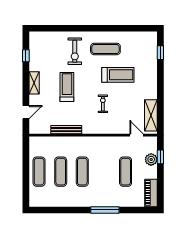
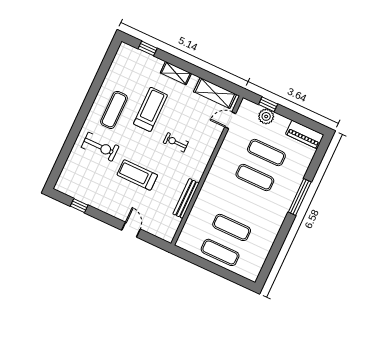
shelving: (34, 83) -> (176, 73), moved
door: (26, 112) -> (131, 230), moved
exercise mat: (82, 172) -> (255, 177), moved

